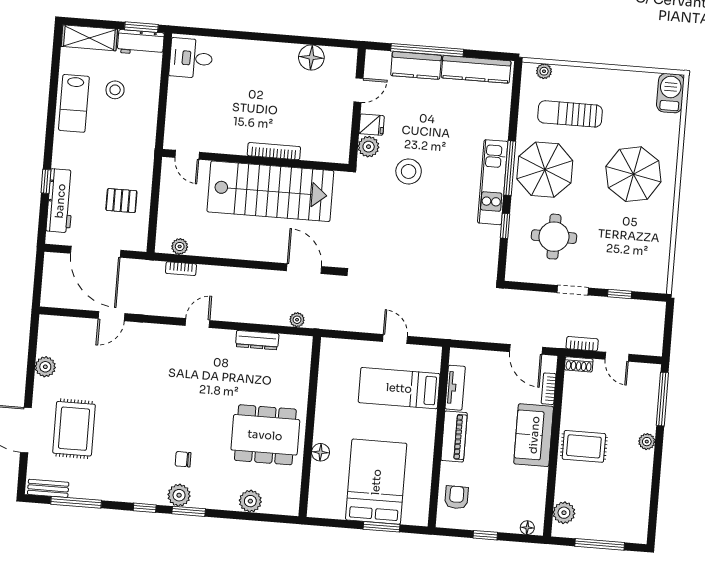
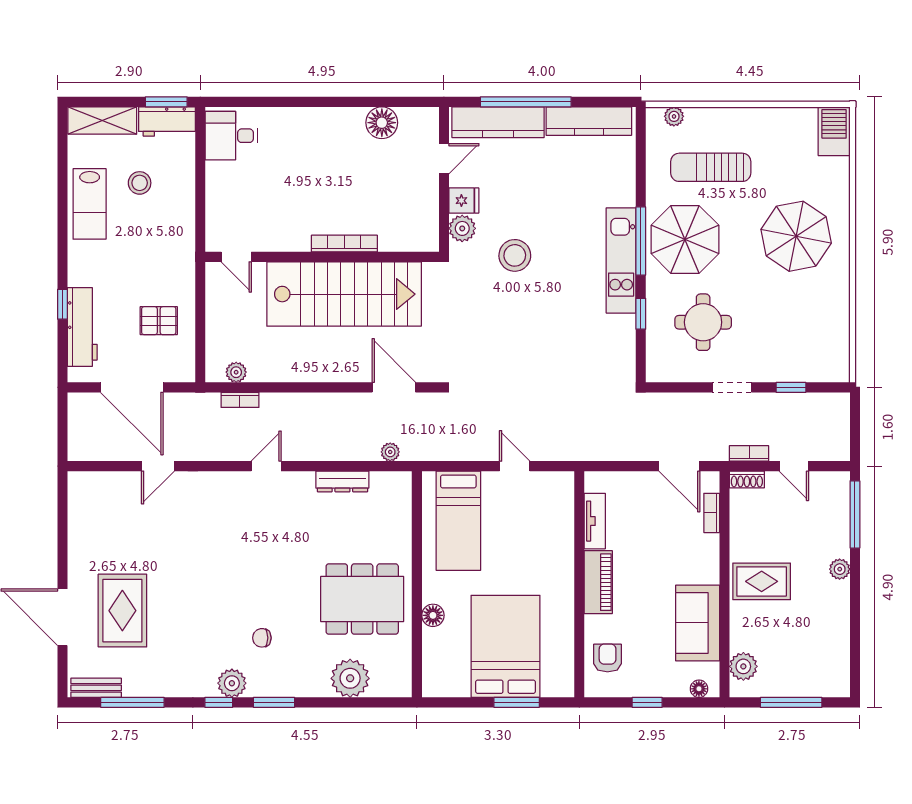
kitchen counter: (416, 65) -> (498, 122), width x1.50
plant: (45, 367) -> (80, 536), removed
bed: (399, 388) -> (458, 521), moved, turned -90
sofa: (534, 435) -> (698, 623), moved
plant: (179, 495) -> (232, 683), moved
plant: (250, 501) -> (350, 678), width x1.36, depth x1.36

